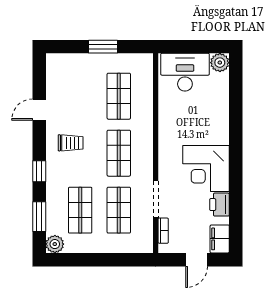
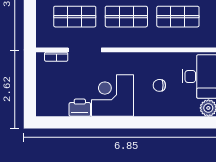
chair: (195, 117) -> (159, 85), added
filing cabinet: (220, 239) -> (49, 108), removed
door: (197, 260) -> (30, 87), removed

